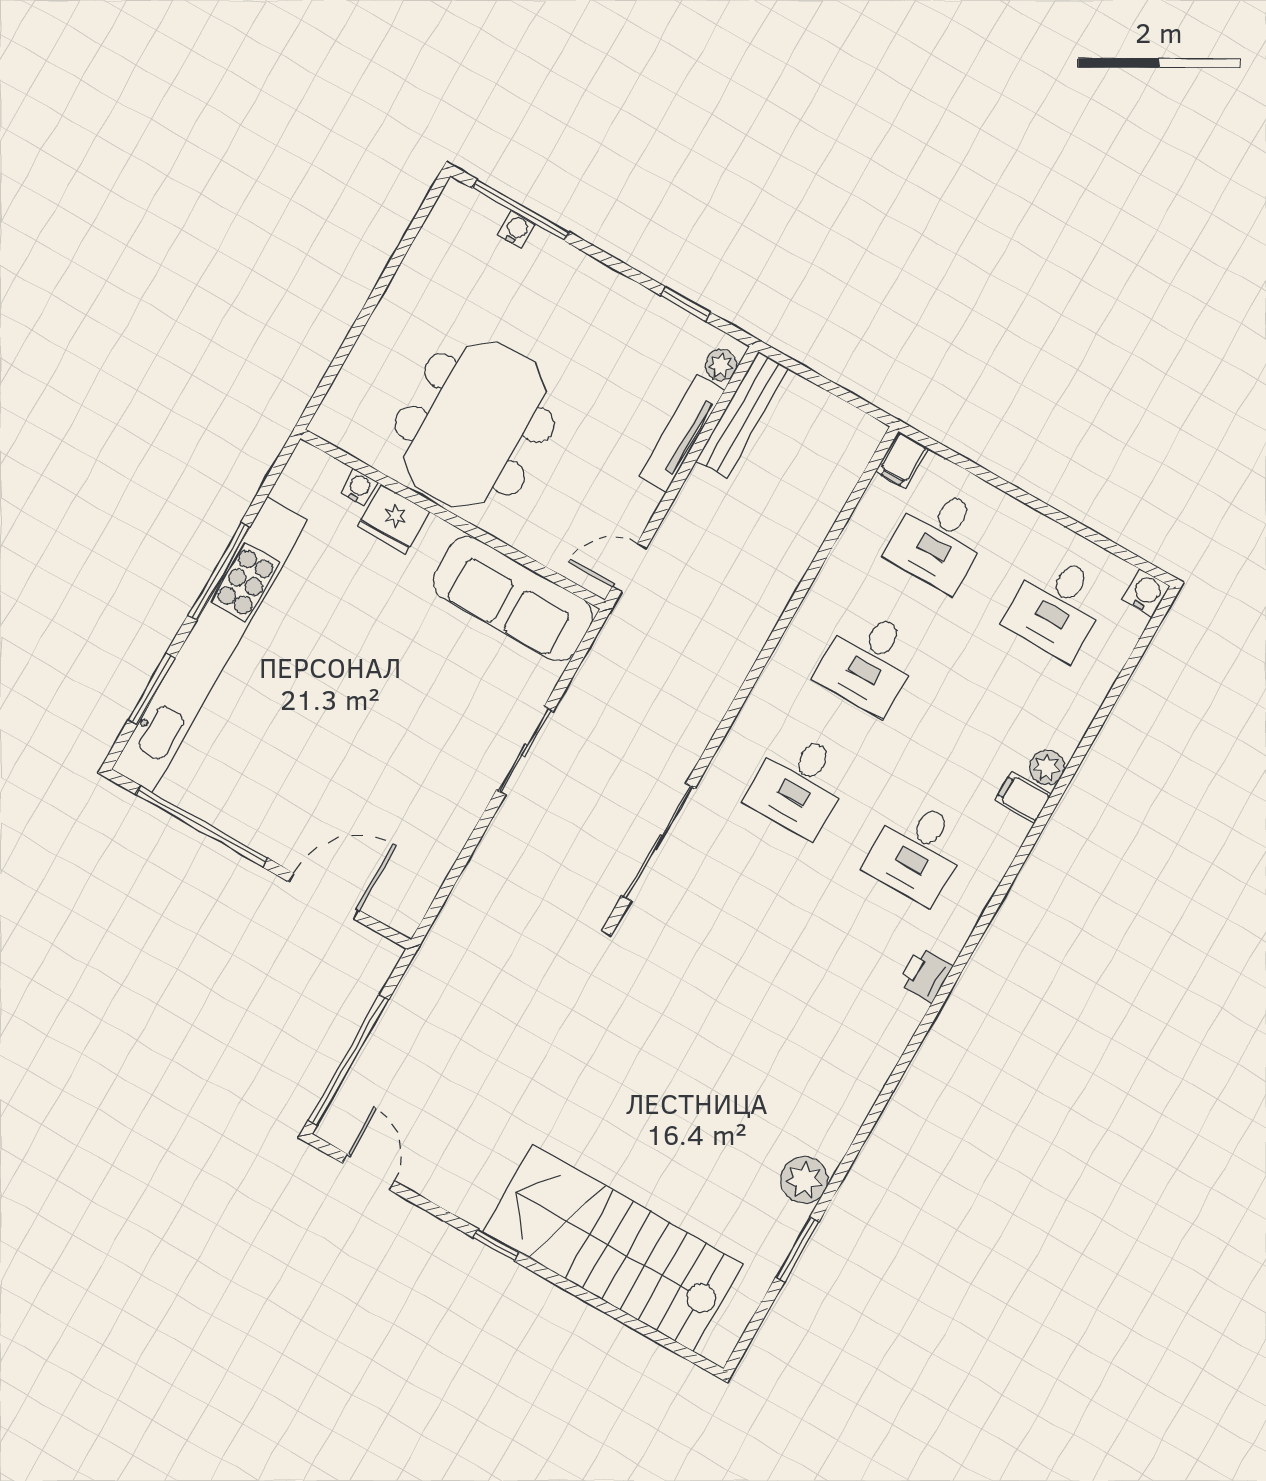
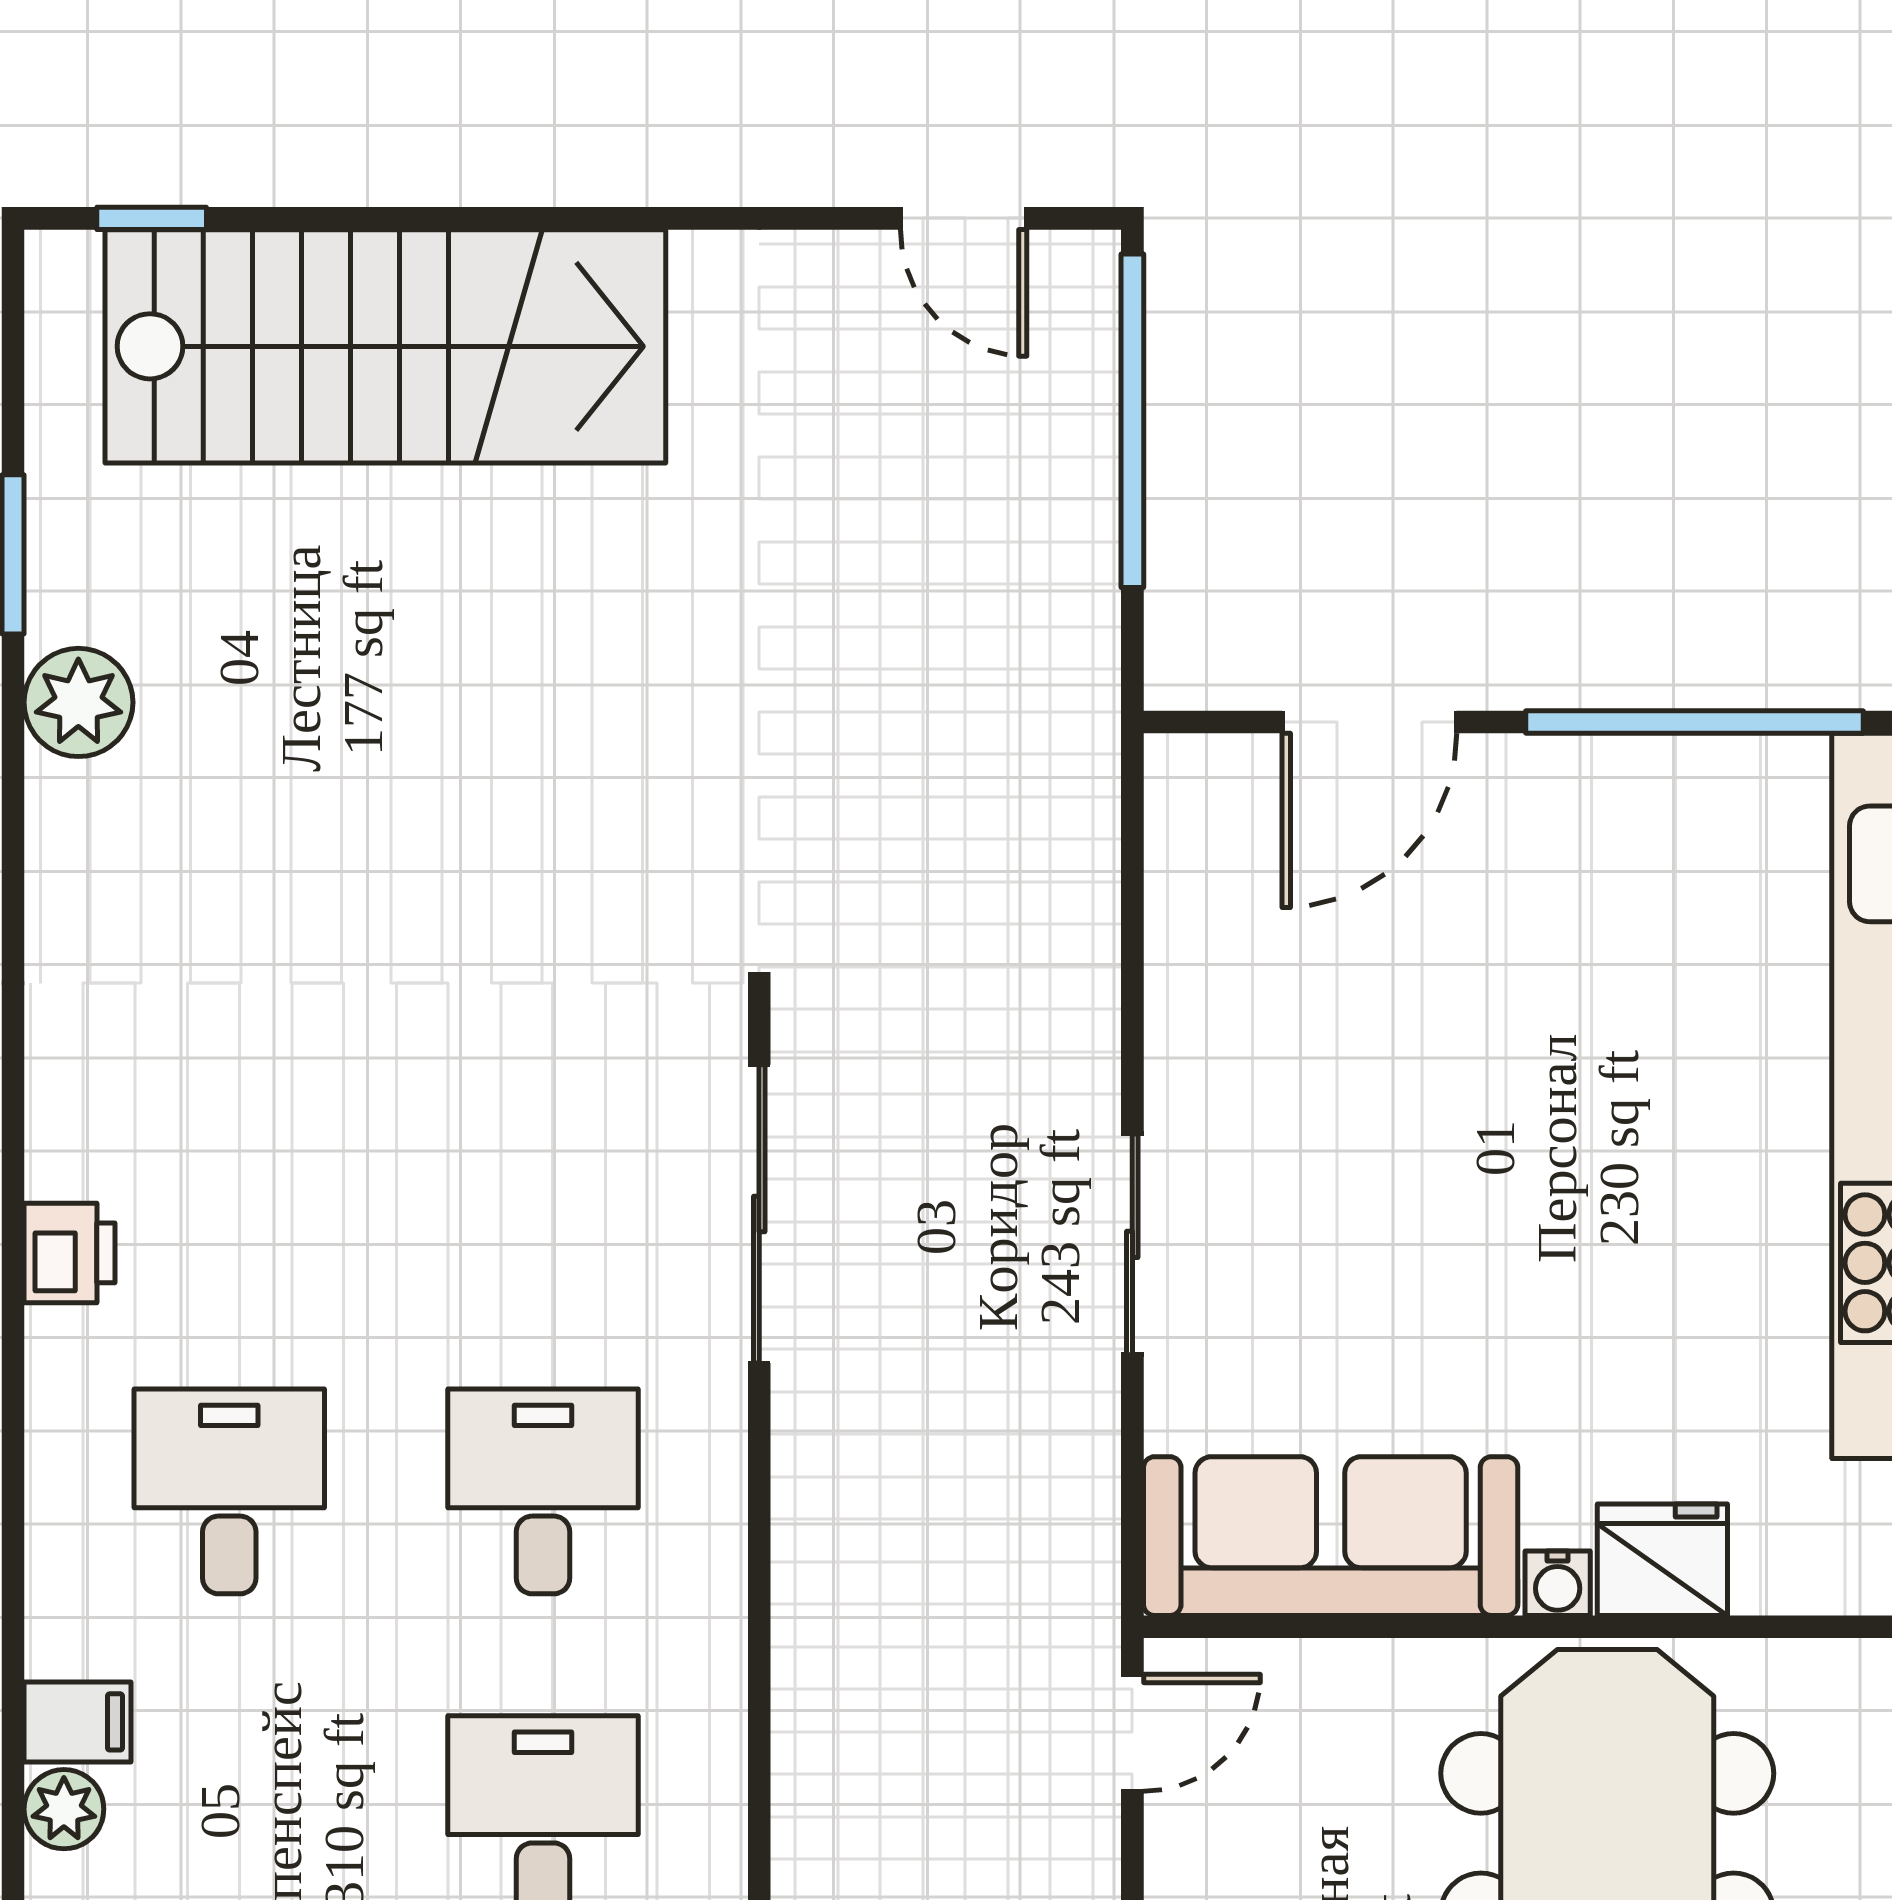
water cooler: (359, 488) -> (1558, 1583), moved
window: (496, 1245) -> (152, 218), moved

